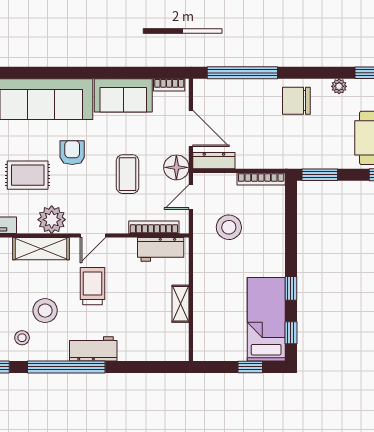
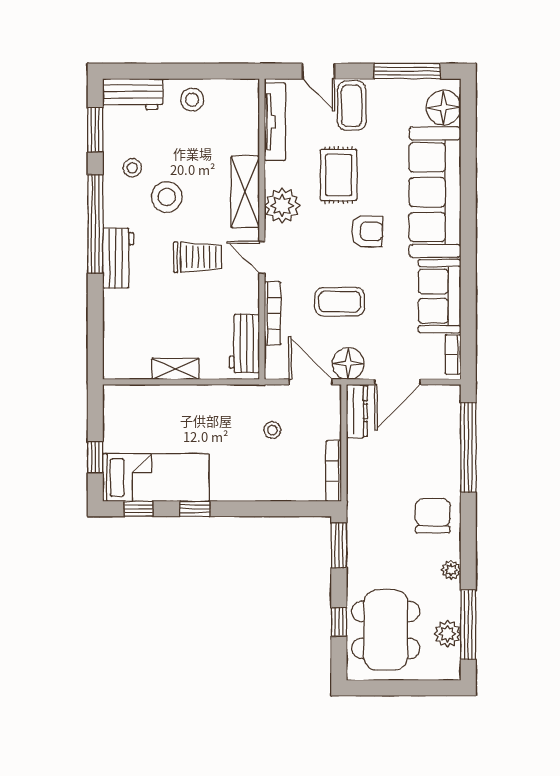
door: (191, 197) -> (311, 382), width x1.38
bookcase: (154, 227) -> (272, 313), moved
stool: (229, 227) -> (272, 430), width x0.53, depth x0.53

